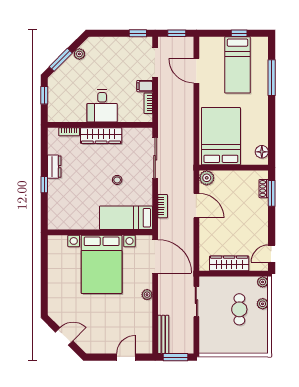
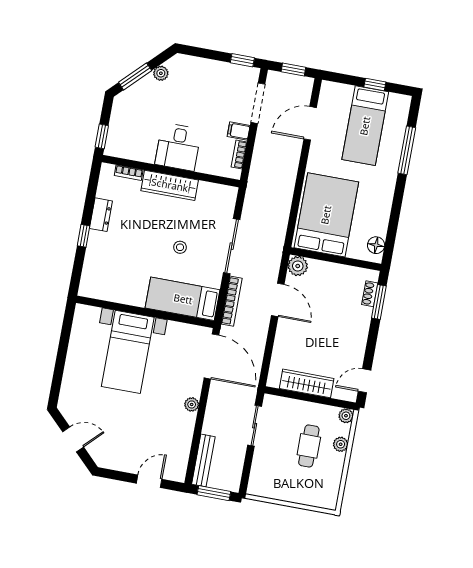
door: (196, 71) -> (310, 123), hinge flipped
window: (44, 95) -> (102, 136), moved
sliding door: (155, 158) -> (232, 246), moved
bookcase: (163, 206) -> (232, 301), width x1.56
bed with nightstands: (102, 264) -> (128, 352), width x0.73

